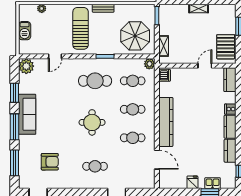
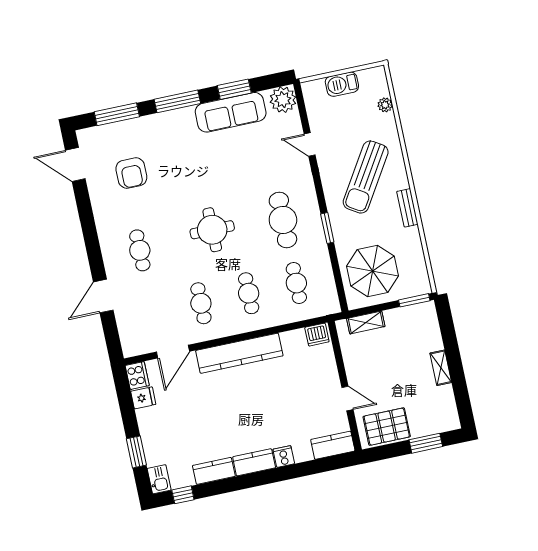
sun lounger: (81, 28) -> (366, 177), turned 122
plant: (149, 64) -> (331, 305), removed
sofa: (27, 114) -> (231, 112), moved
fridge: (192, 182) -> (143, 398), moved
cooker: (166, 183) -> (137, 376), added
kitchen sink: (213, 183) -> (159, 479), moved

